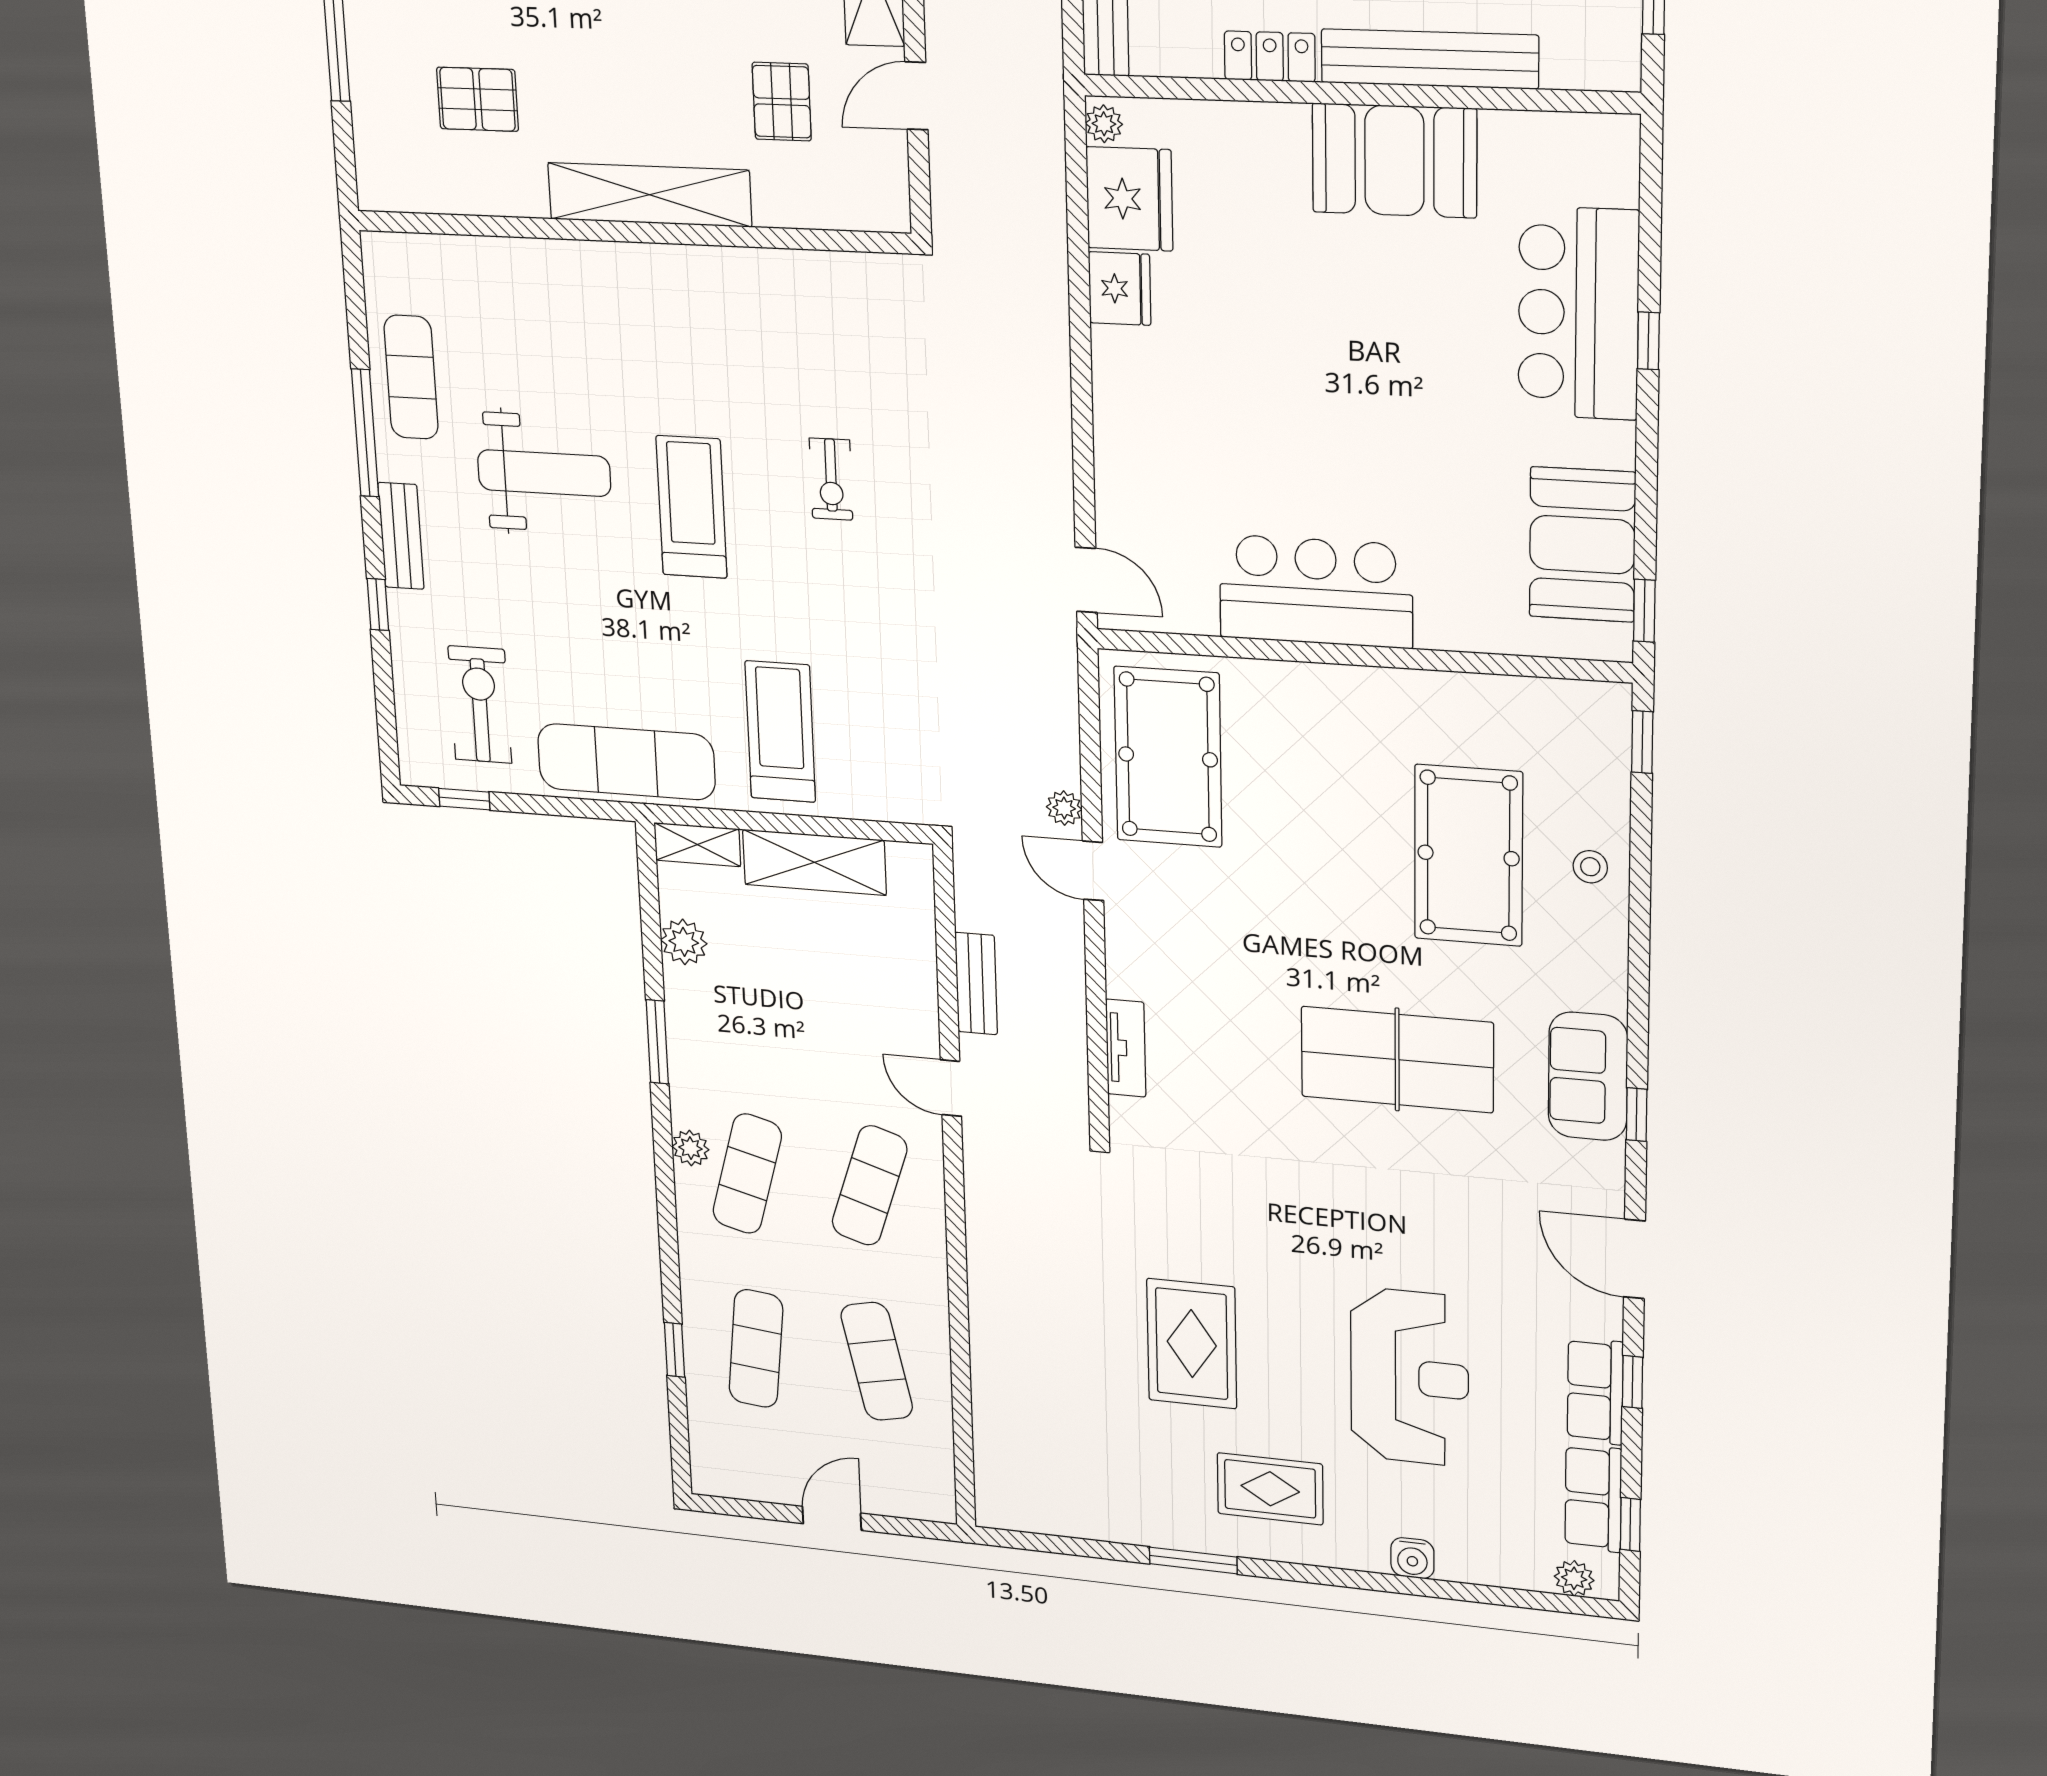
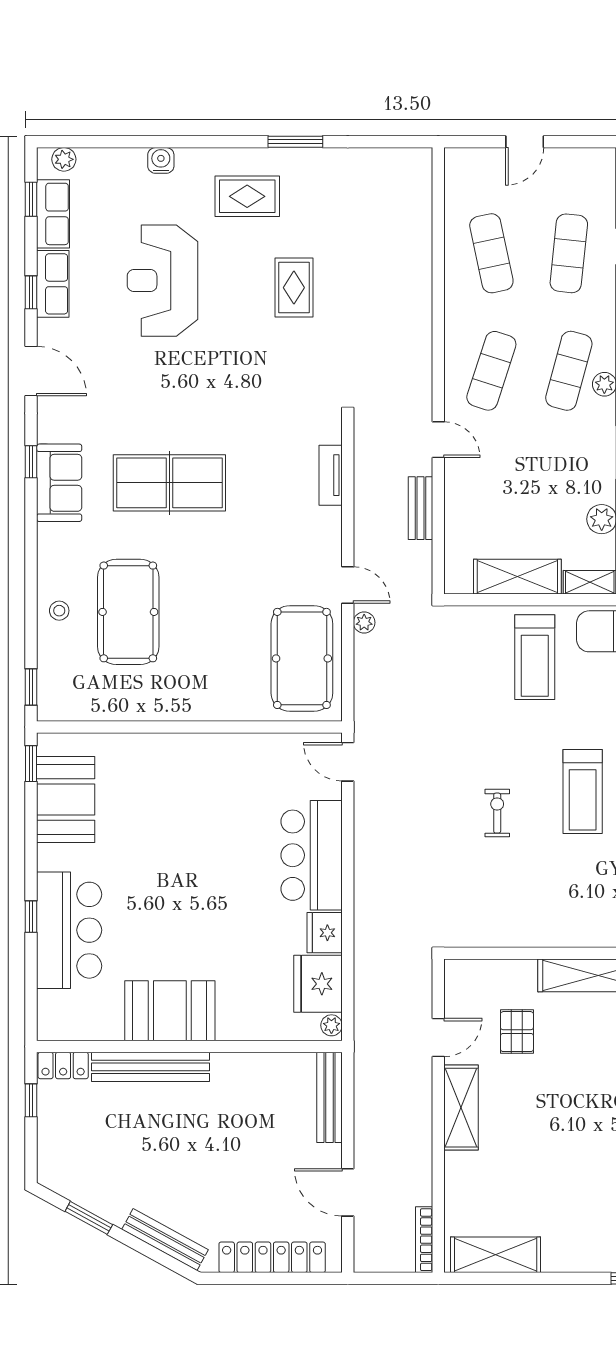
locker: (1270, 57) -> (63, 1066), moved
bar counter: (1316, 591) -> (312, 855), moved, turned 90
rug: (1192, 1344) -> (294, 288), width x0.73, depth x0.70

